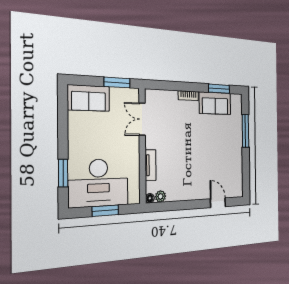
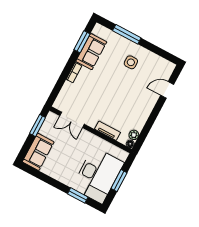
side table: (224, 150) -> (131, 62), added

